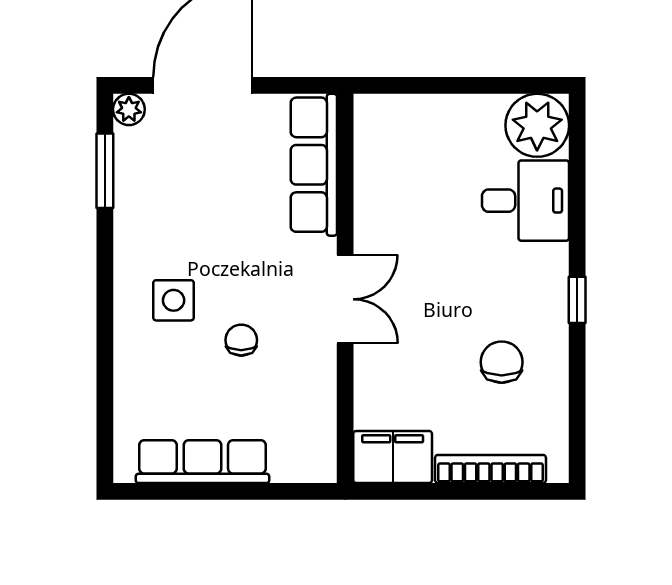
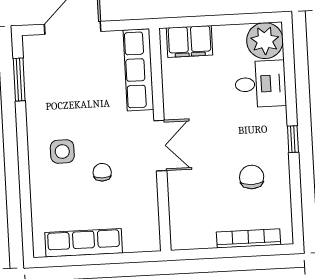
plant: (129, 109) -> (31, 44), removed
filing cabinet: (393, 457) -> (190, 41), moved, turned 180

